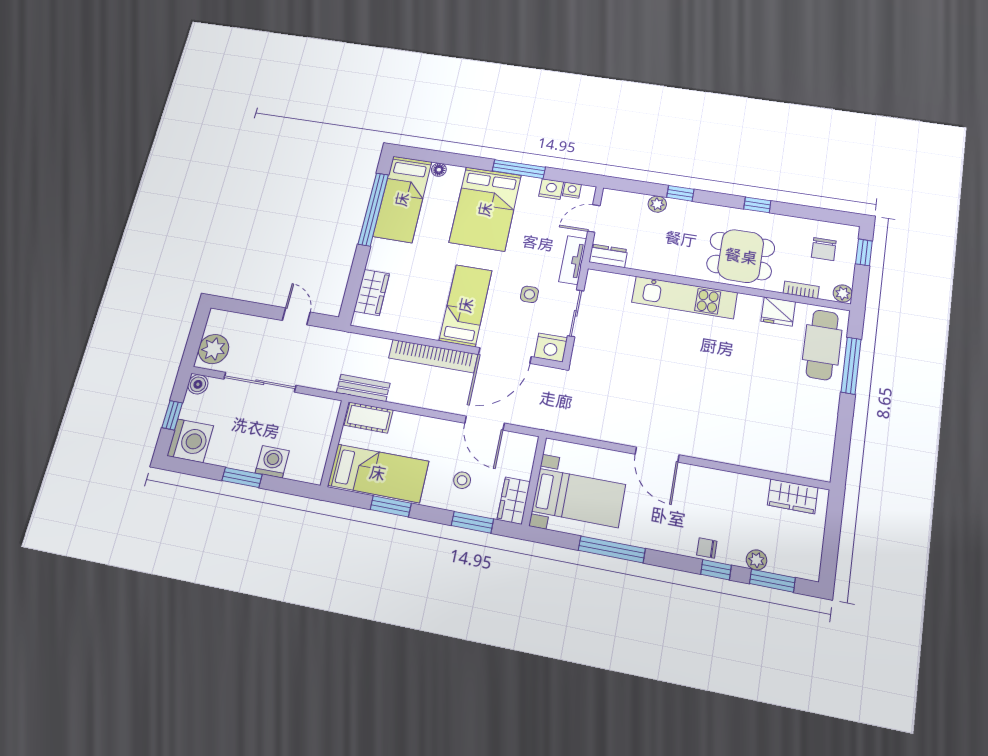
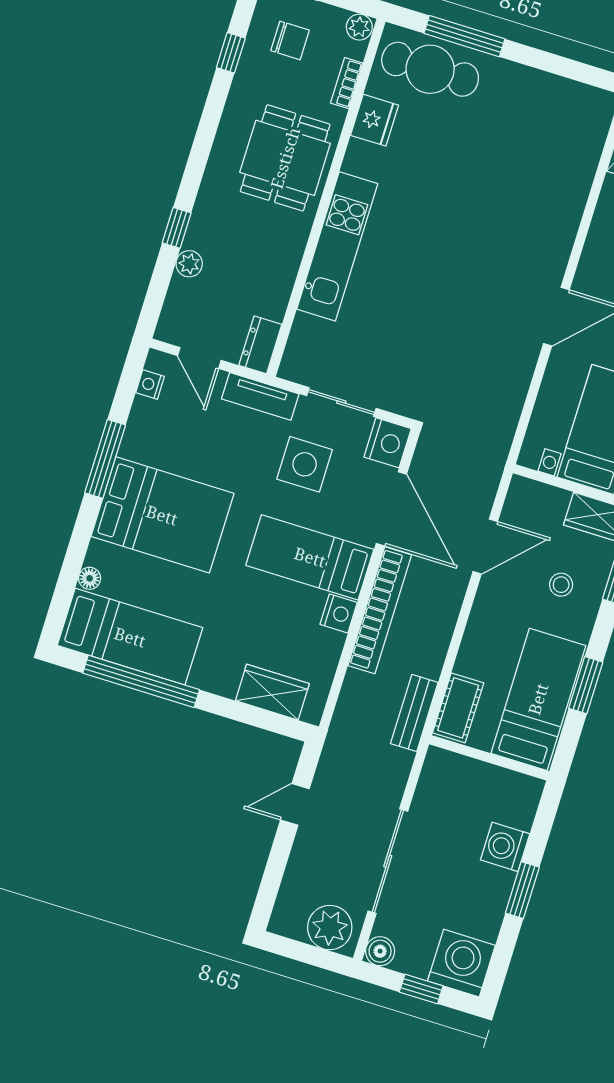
nightstand: (551, 189) -> (339, 613), moved, turned 180
window: (757, 205) -> (231, 53), moved
side table: (529, 294) -> (305, 464), width x1.87, depth x1.87

